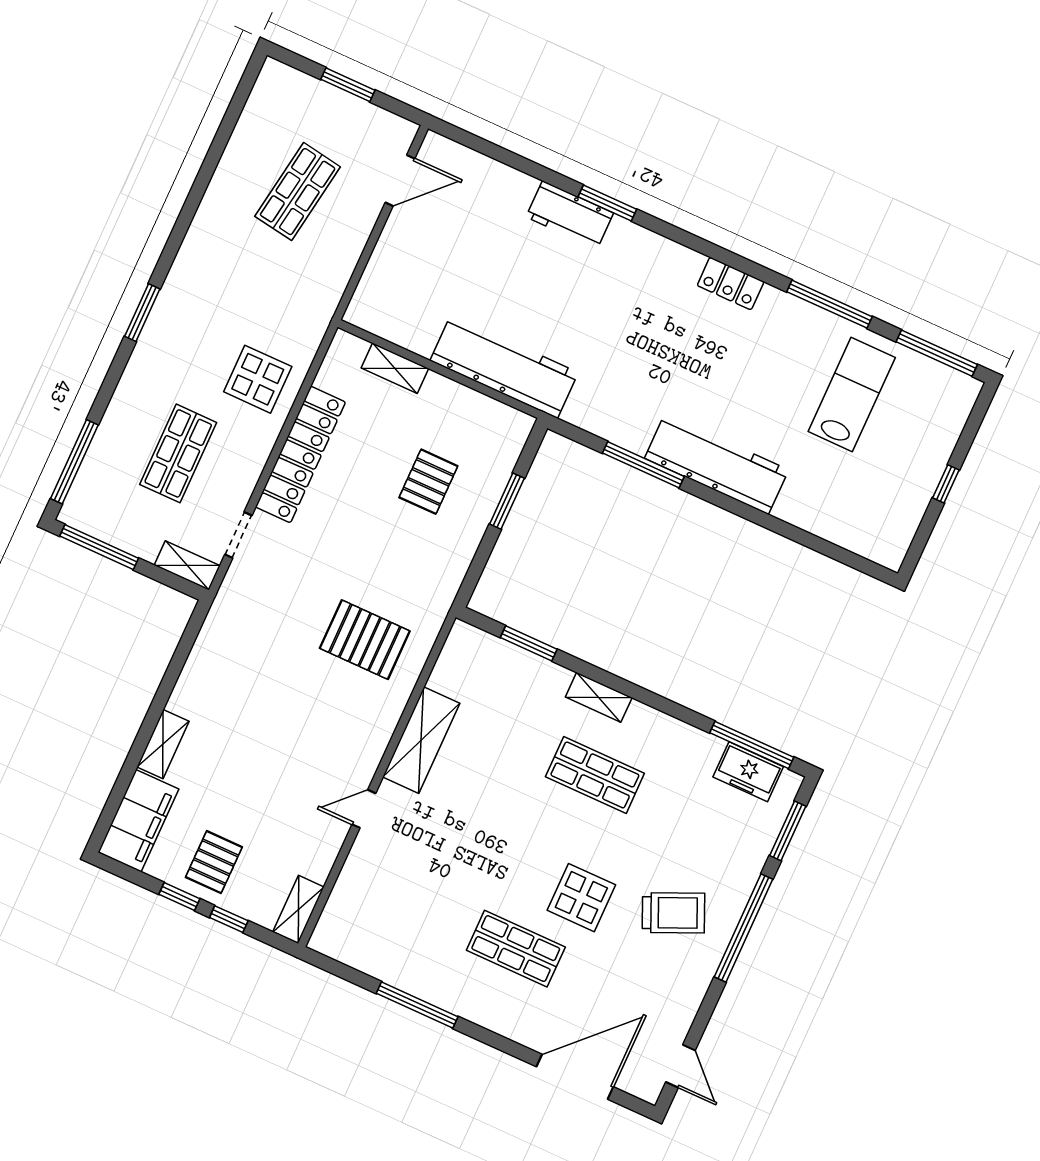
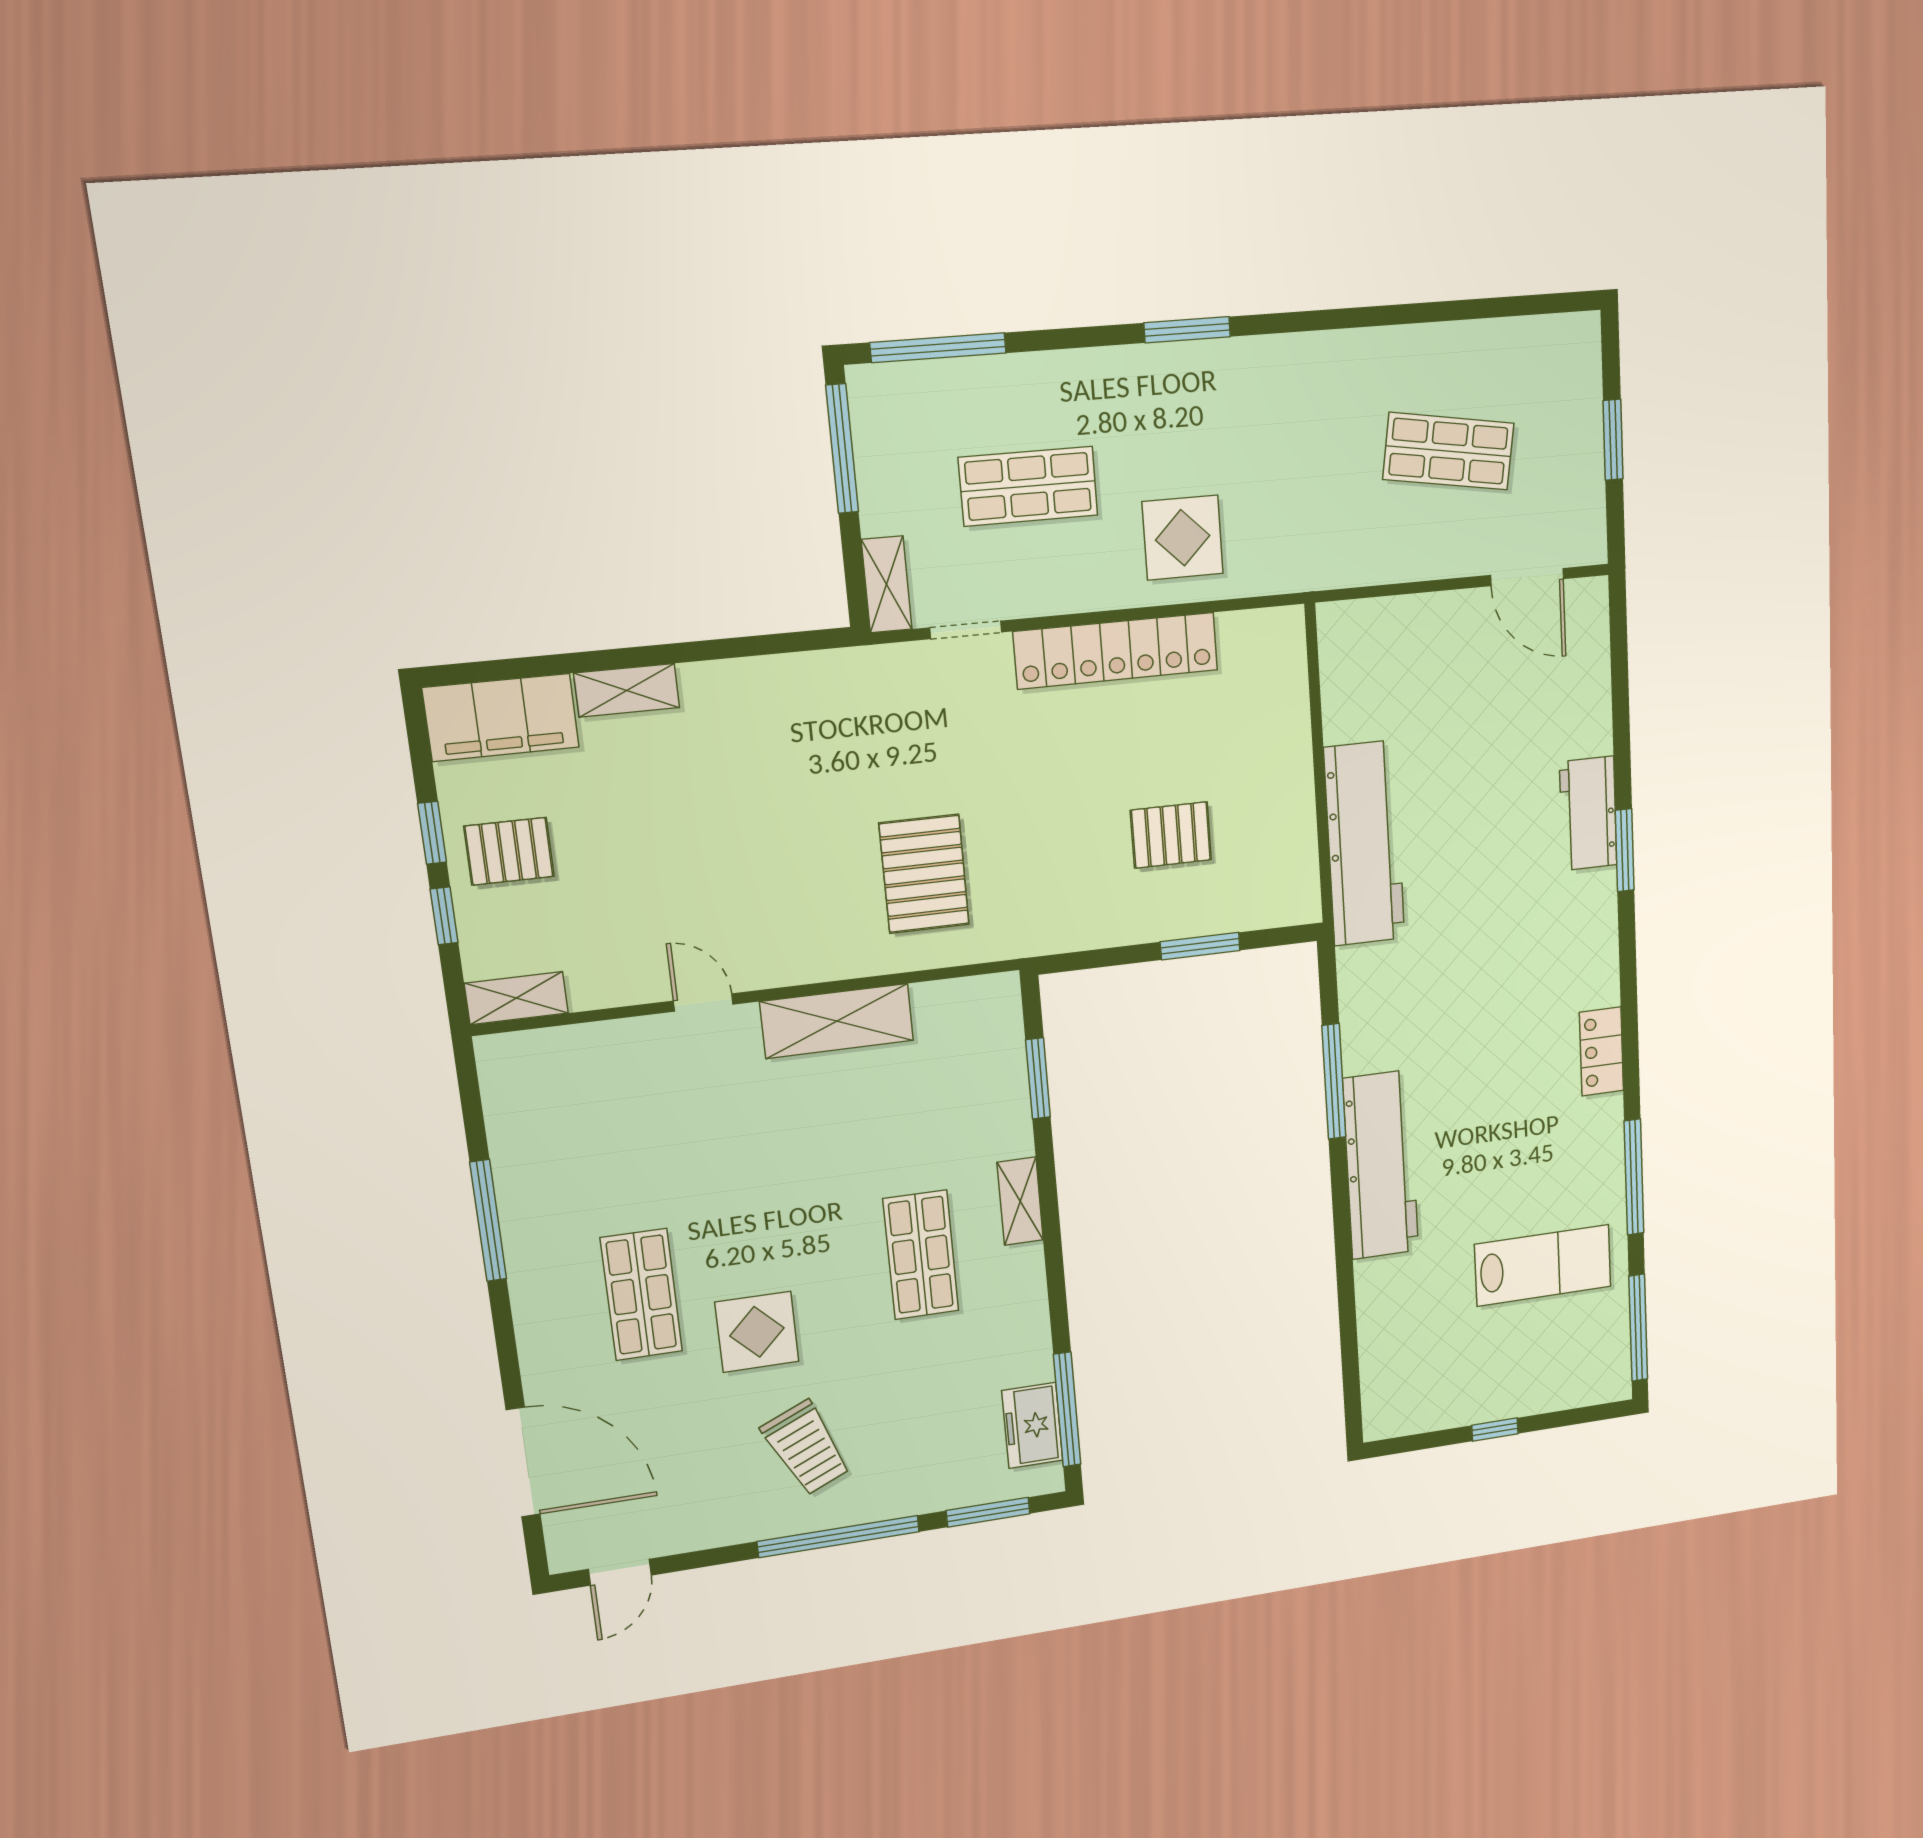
shelving: (395, 368) -> (1291, 708), removed

